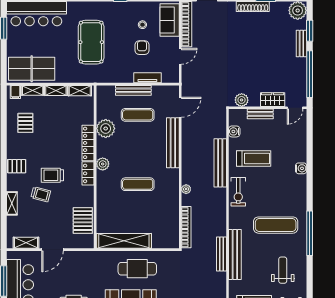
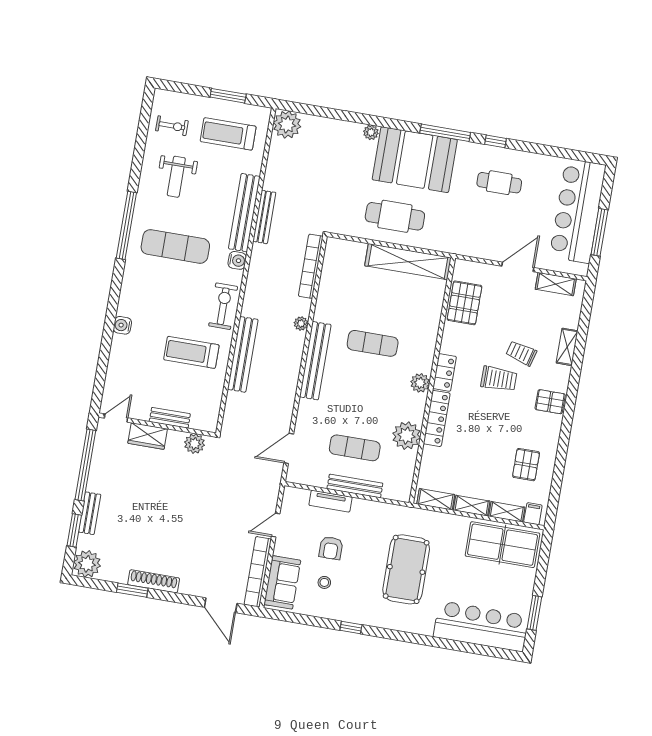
water cooler: (234, 131) -> (237, 260), moved
bench: (173, 143) -> (315, 361), moved

